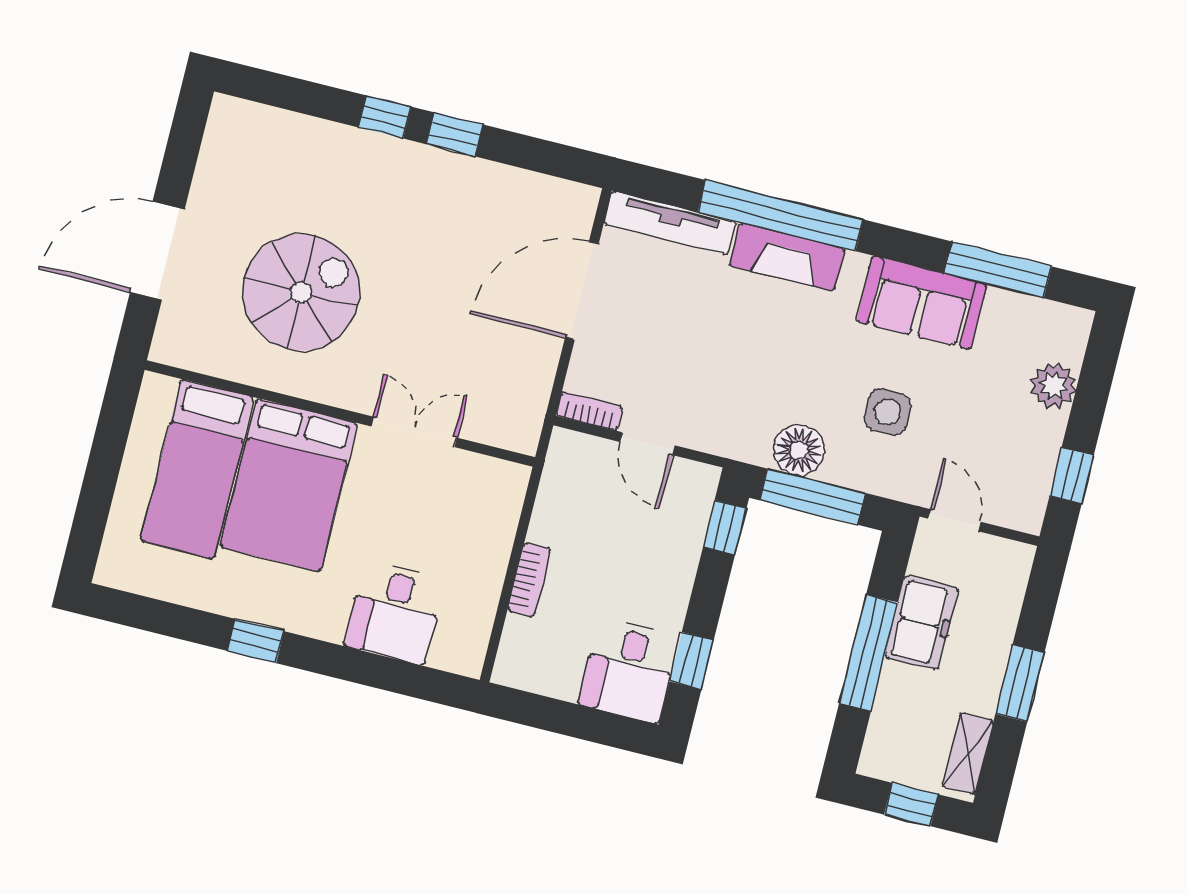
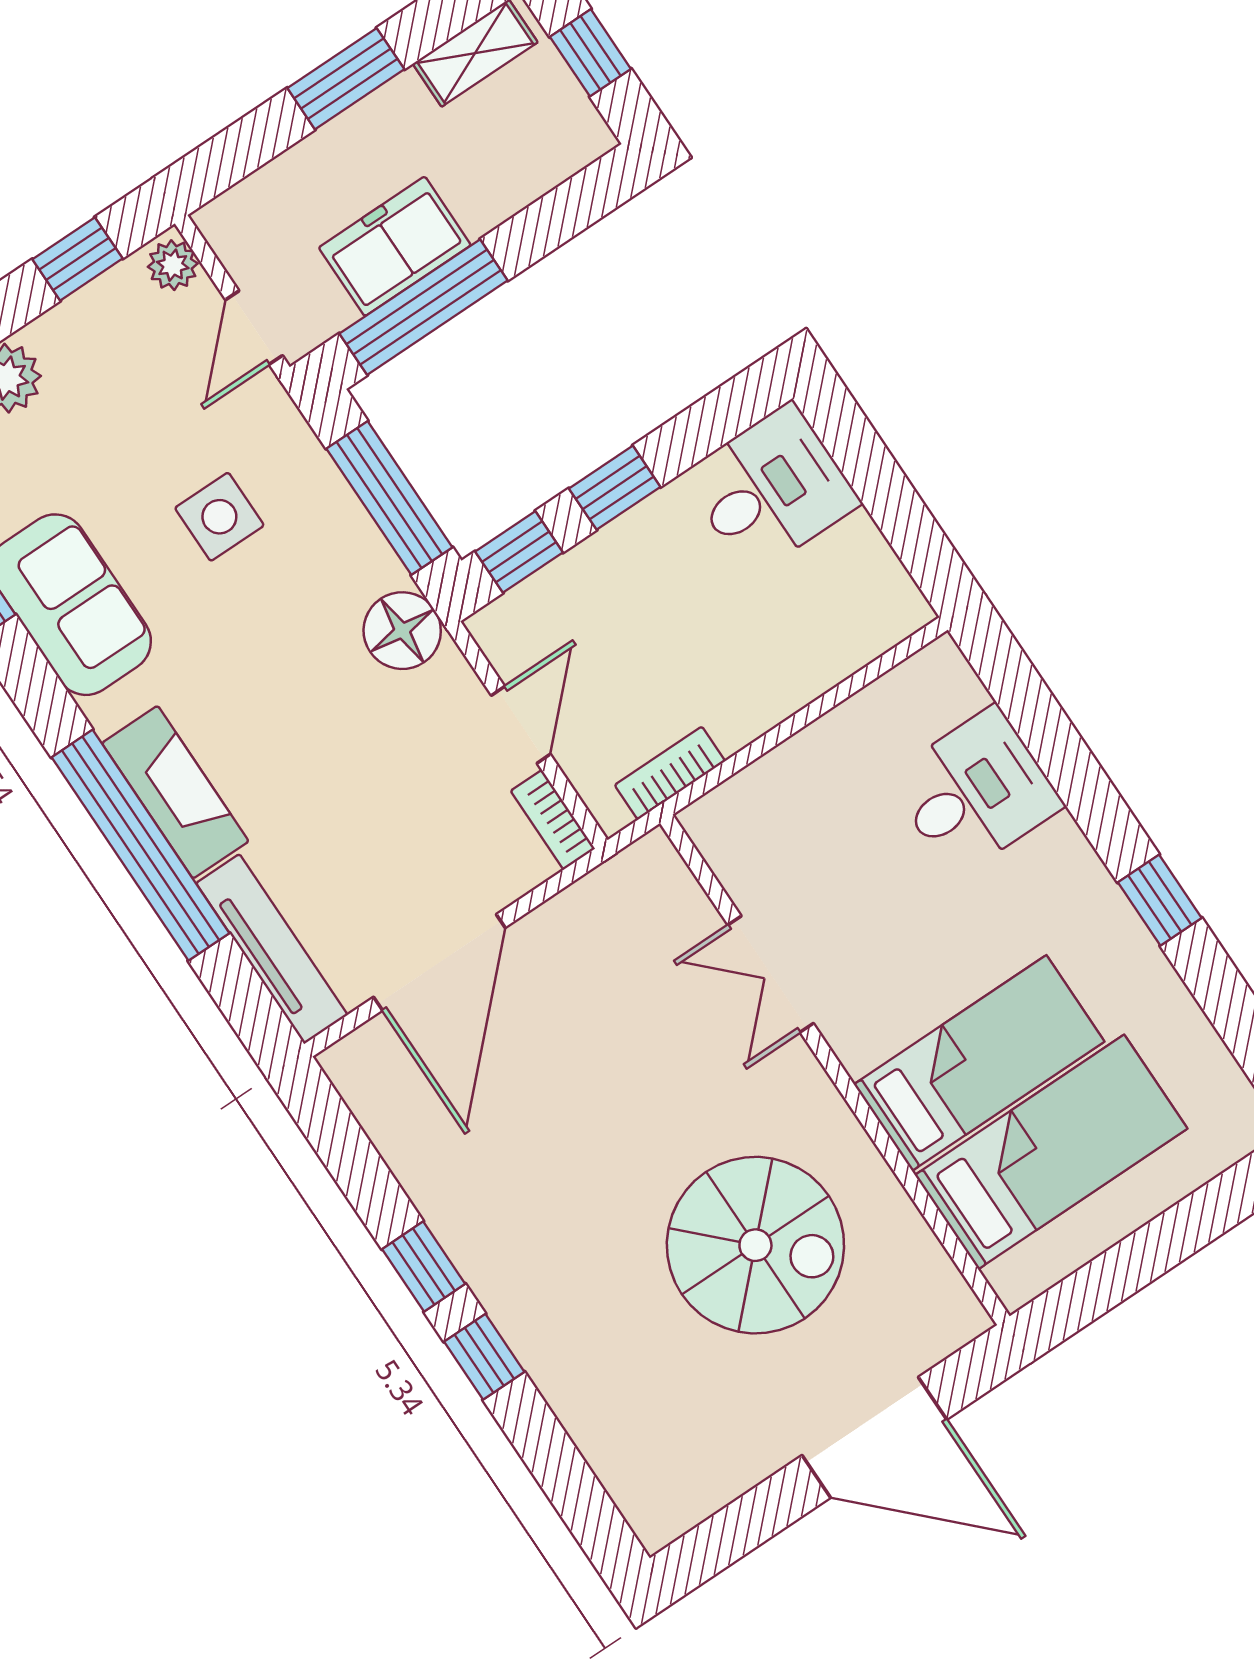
door: (582, 291) -> (439, 962), hinge flipped
spiral stairs: (301, 292) -> (755, 1245), turned 180
floor lamp: (799, 450) -> (402, 631), moved
bed: (289, 485) -> (979, 1063), width x0.67
plant: (1022, 515) -> (173, 265), added
bookcase: (529, 580) -> (670, 773), moved
window: (869, 653) -> (424, 307), moved
window: (692, 661) -> (615, 488), moved

